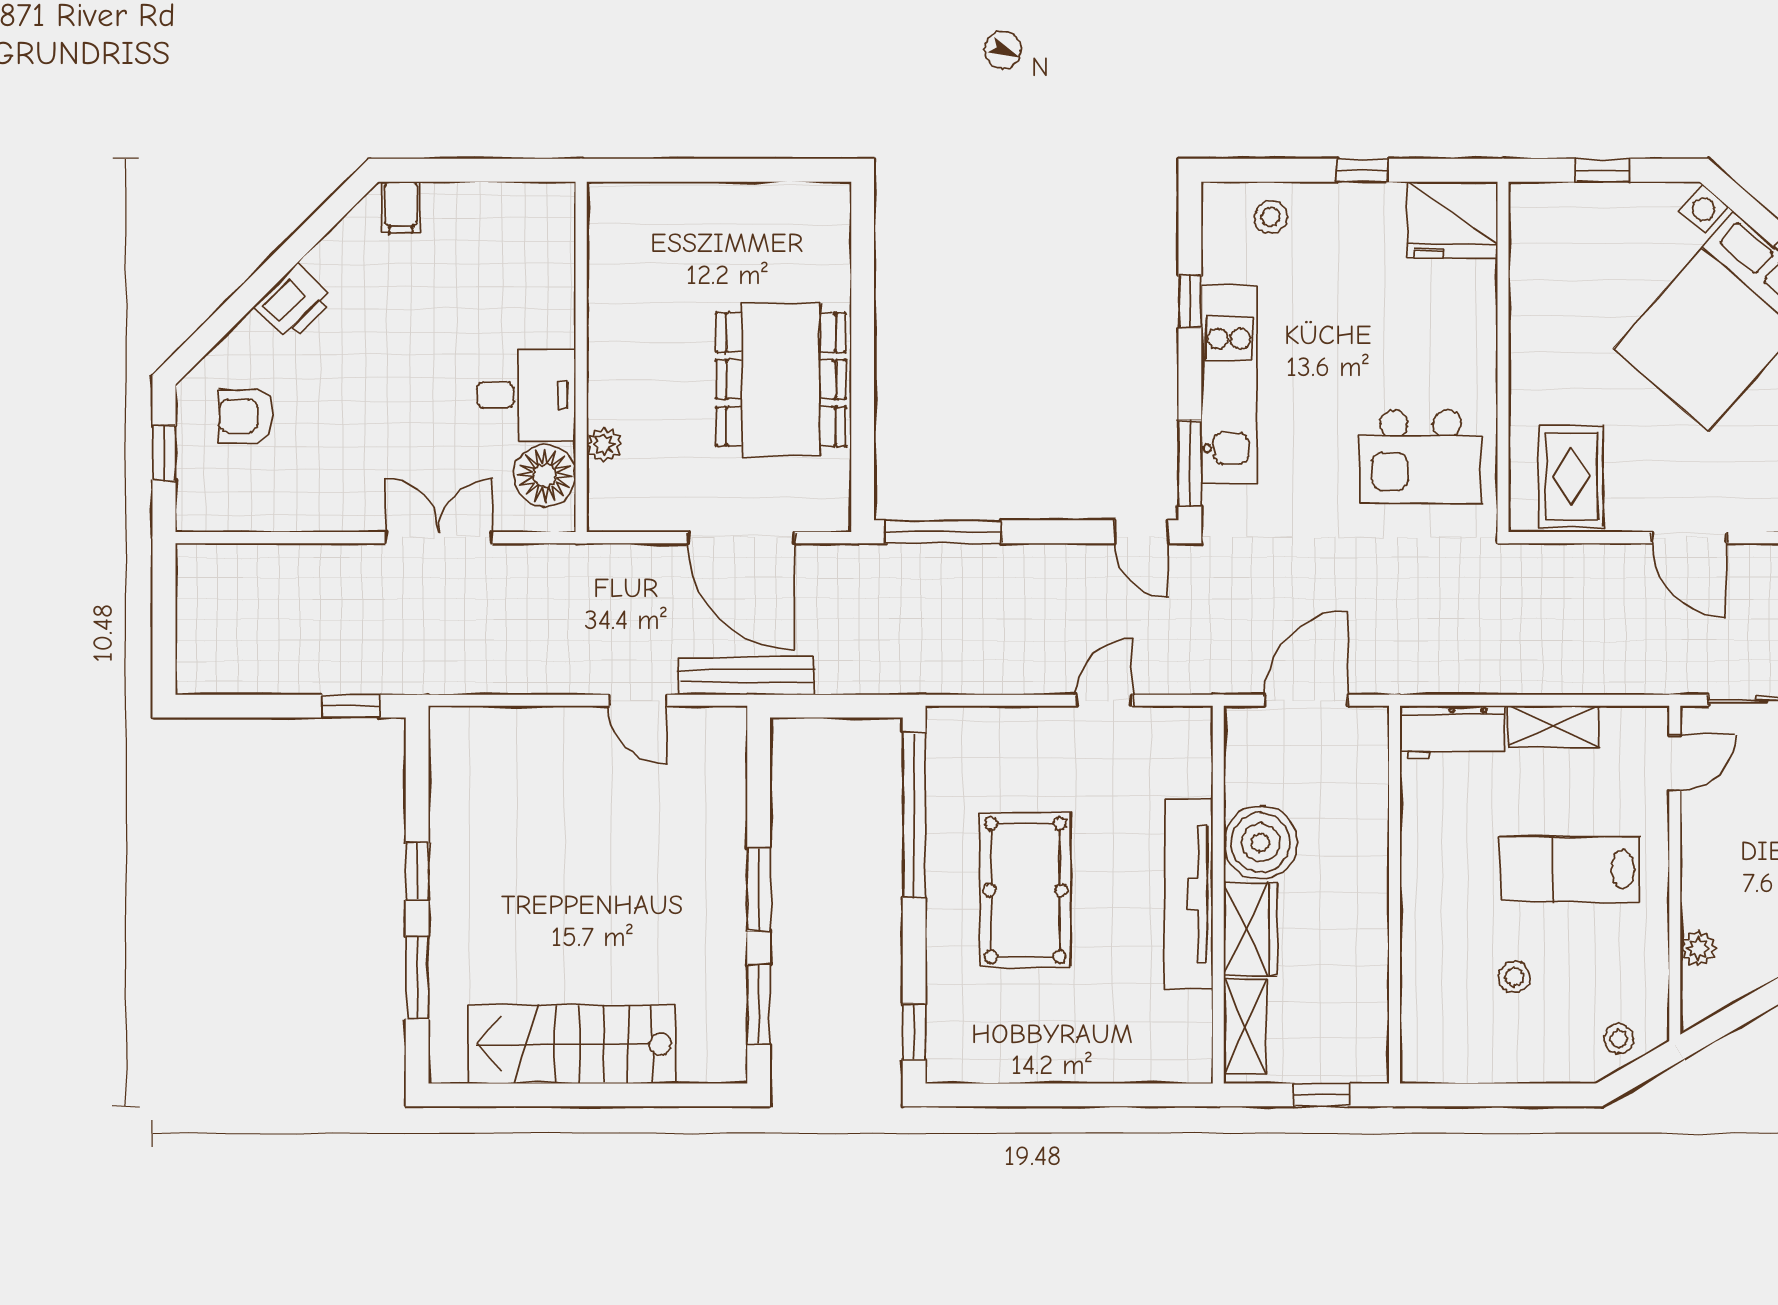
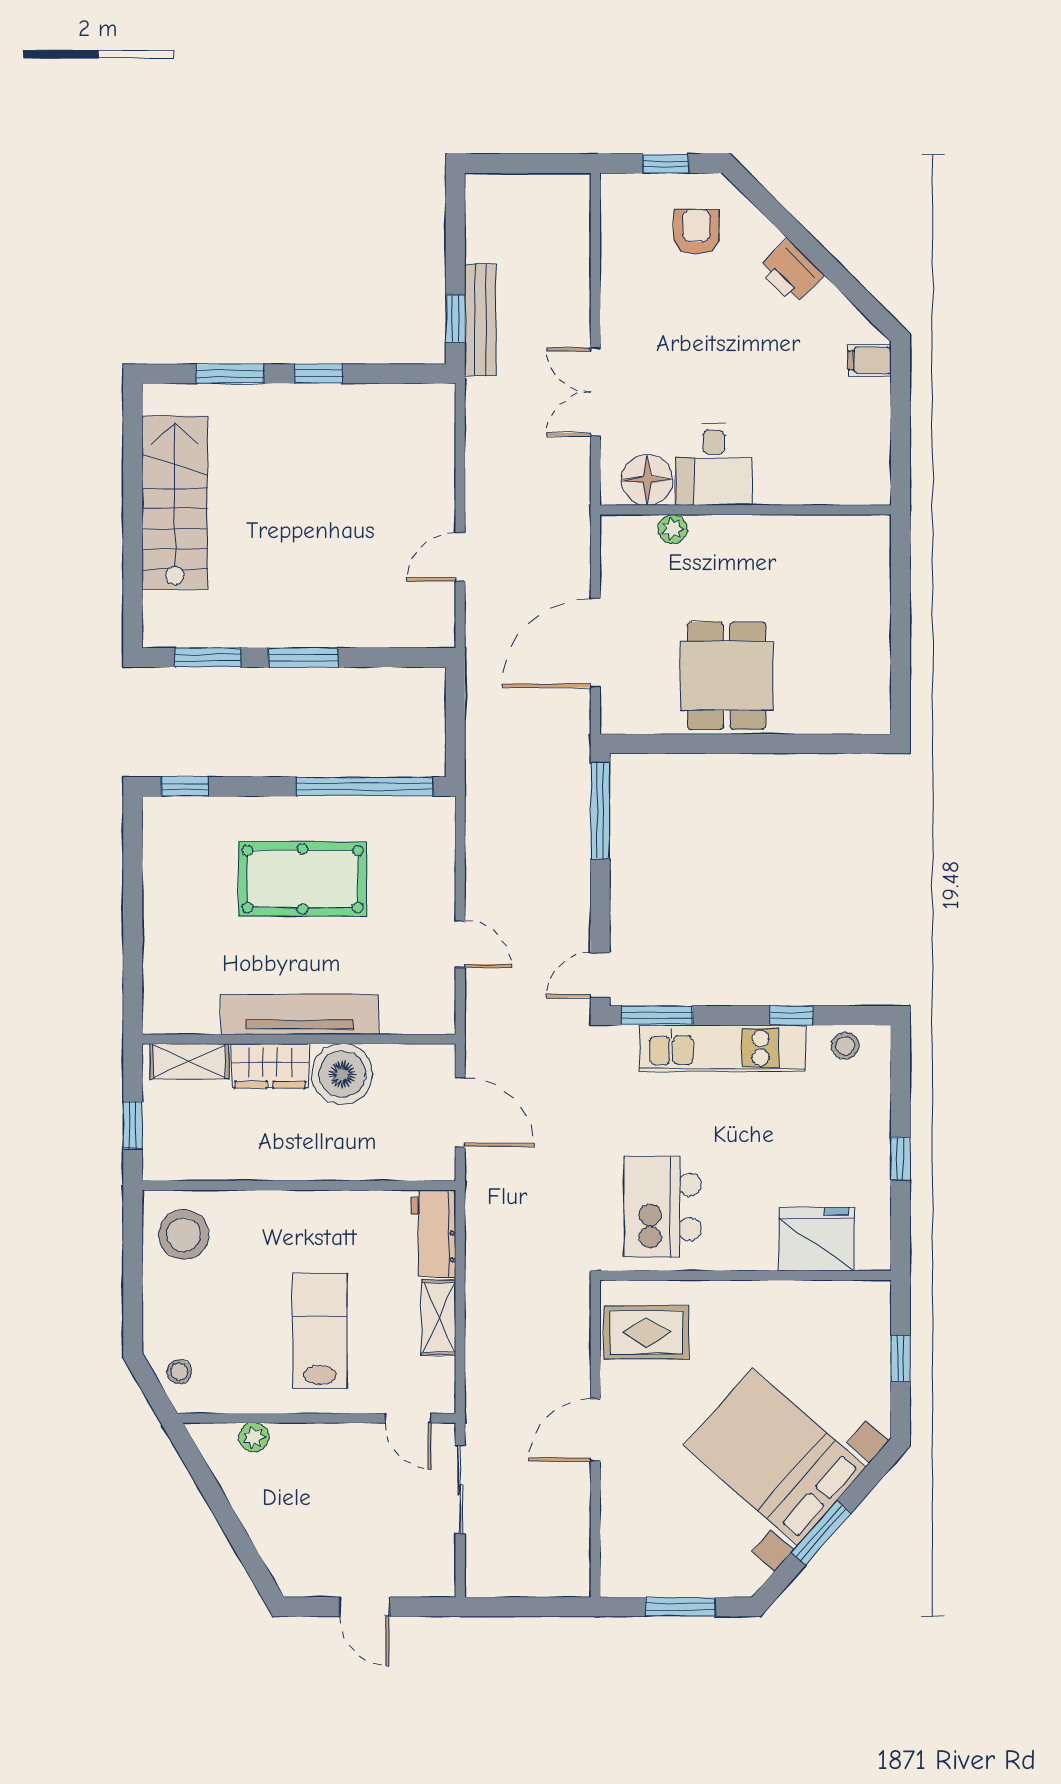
stool: (1271, 217) -> (845, 1046), moved
fridge: (1452, 220) -> (816, 1239), moved, turned 90
dining table: (781, 379) -> (727, 676), width x0.73
double door: (439, 538) -> (595, 392), swing flipped
bench: (747, 676) -> (480, 320), moved
stool: (1514, 977) -> (184, 1235), moved, width x1.89, depth x1.89

